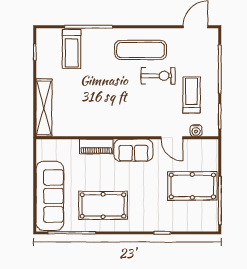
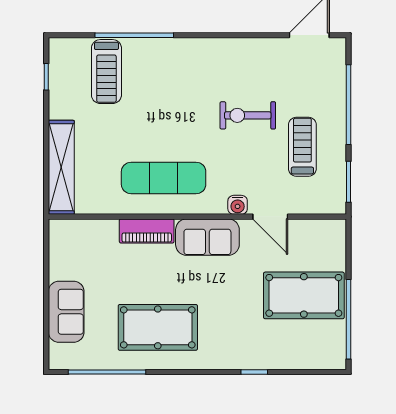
exercise mat: (141, 50) -> (164, 178), moved
exercise bike: (158, 76) -> (248, 115), turned 180
water cooler: (196, 130) -> (238, 205), moved
sofa: (50, 196) -> (66, 312), width x0.54, depth x0.79

